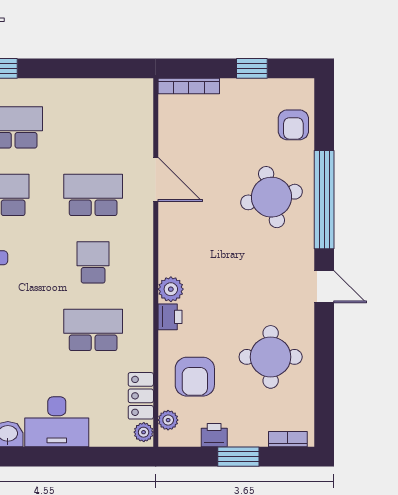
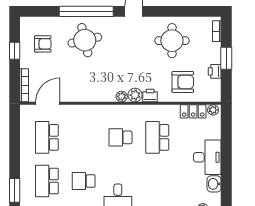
armchair: (293, 125) -> (43, 44), moved
door: (156, 179) -> (48, 103), moved
school desk: (93, 195) -> (47, 137), moved
plant: (168, 420) -> (122, 96), moved

